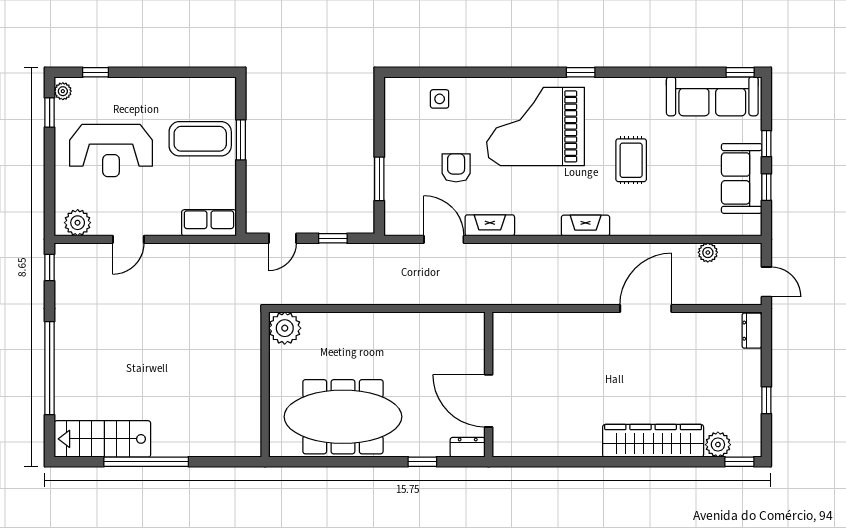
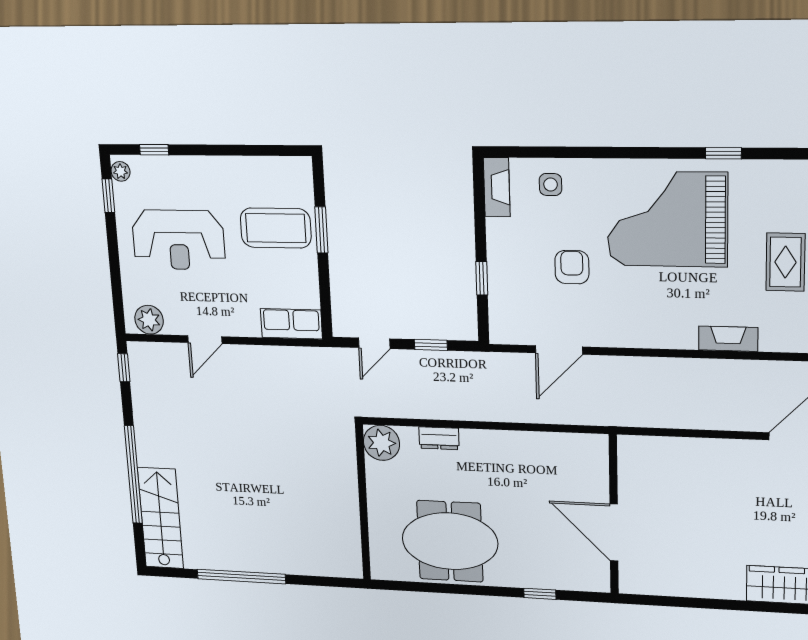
window: (379, 179) -> (482, 278), width x0.67
fireplace: (490, 225) -> (497, 187), moved, turned 90
door: (444, 239) -> (559, 350), swing flipped
meeting table: (343, 417) -> (450, 541), width x0.73
stairs: (102, 439) -> (161, 518), moved, turned 90
dresser: (468, 447) -> (439, 438), moved, turned 180

